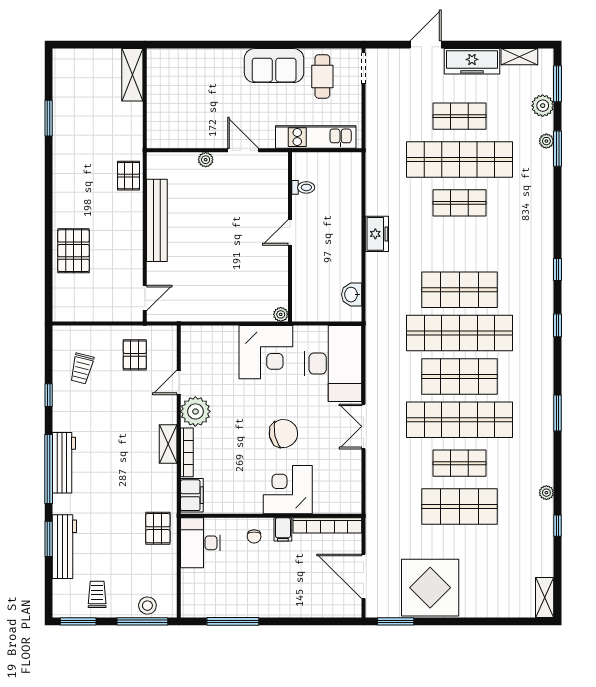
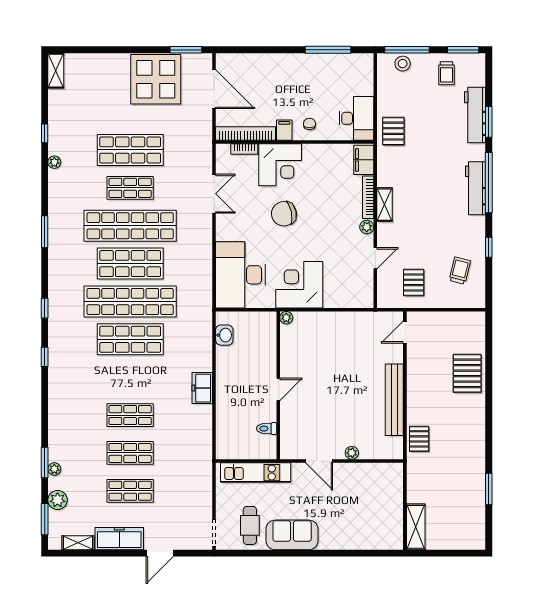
shop shelf: (460, 160) -> (130, 453), width x0.50, depth x0.74
plant: (195, 411) -> (367, 227), width x0.53, depth x0.53
double door: (363, 426) -> (214, 194), moved
bookcase: (329, 508) -> (244, 149), added

